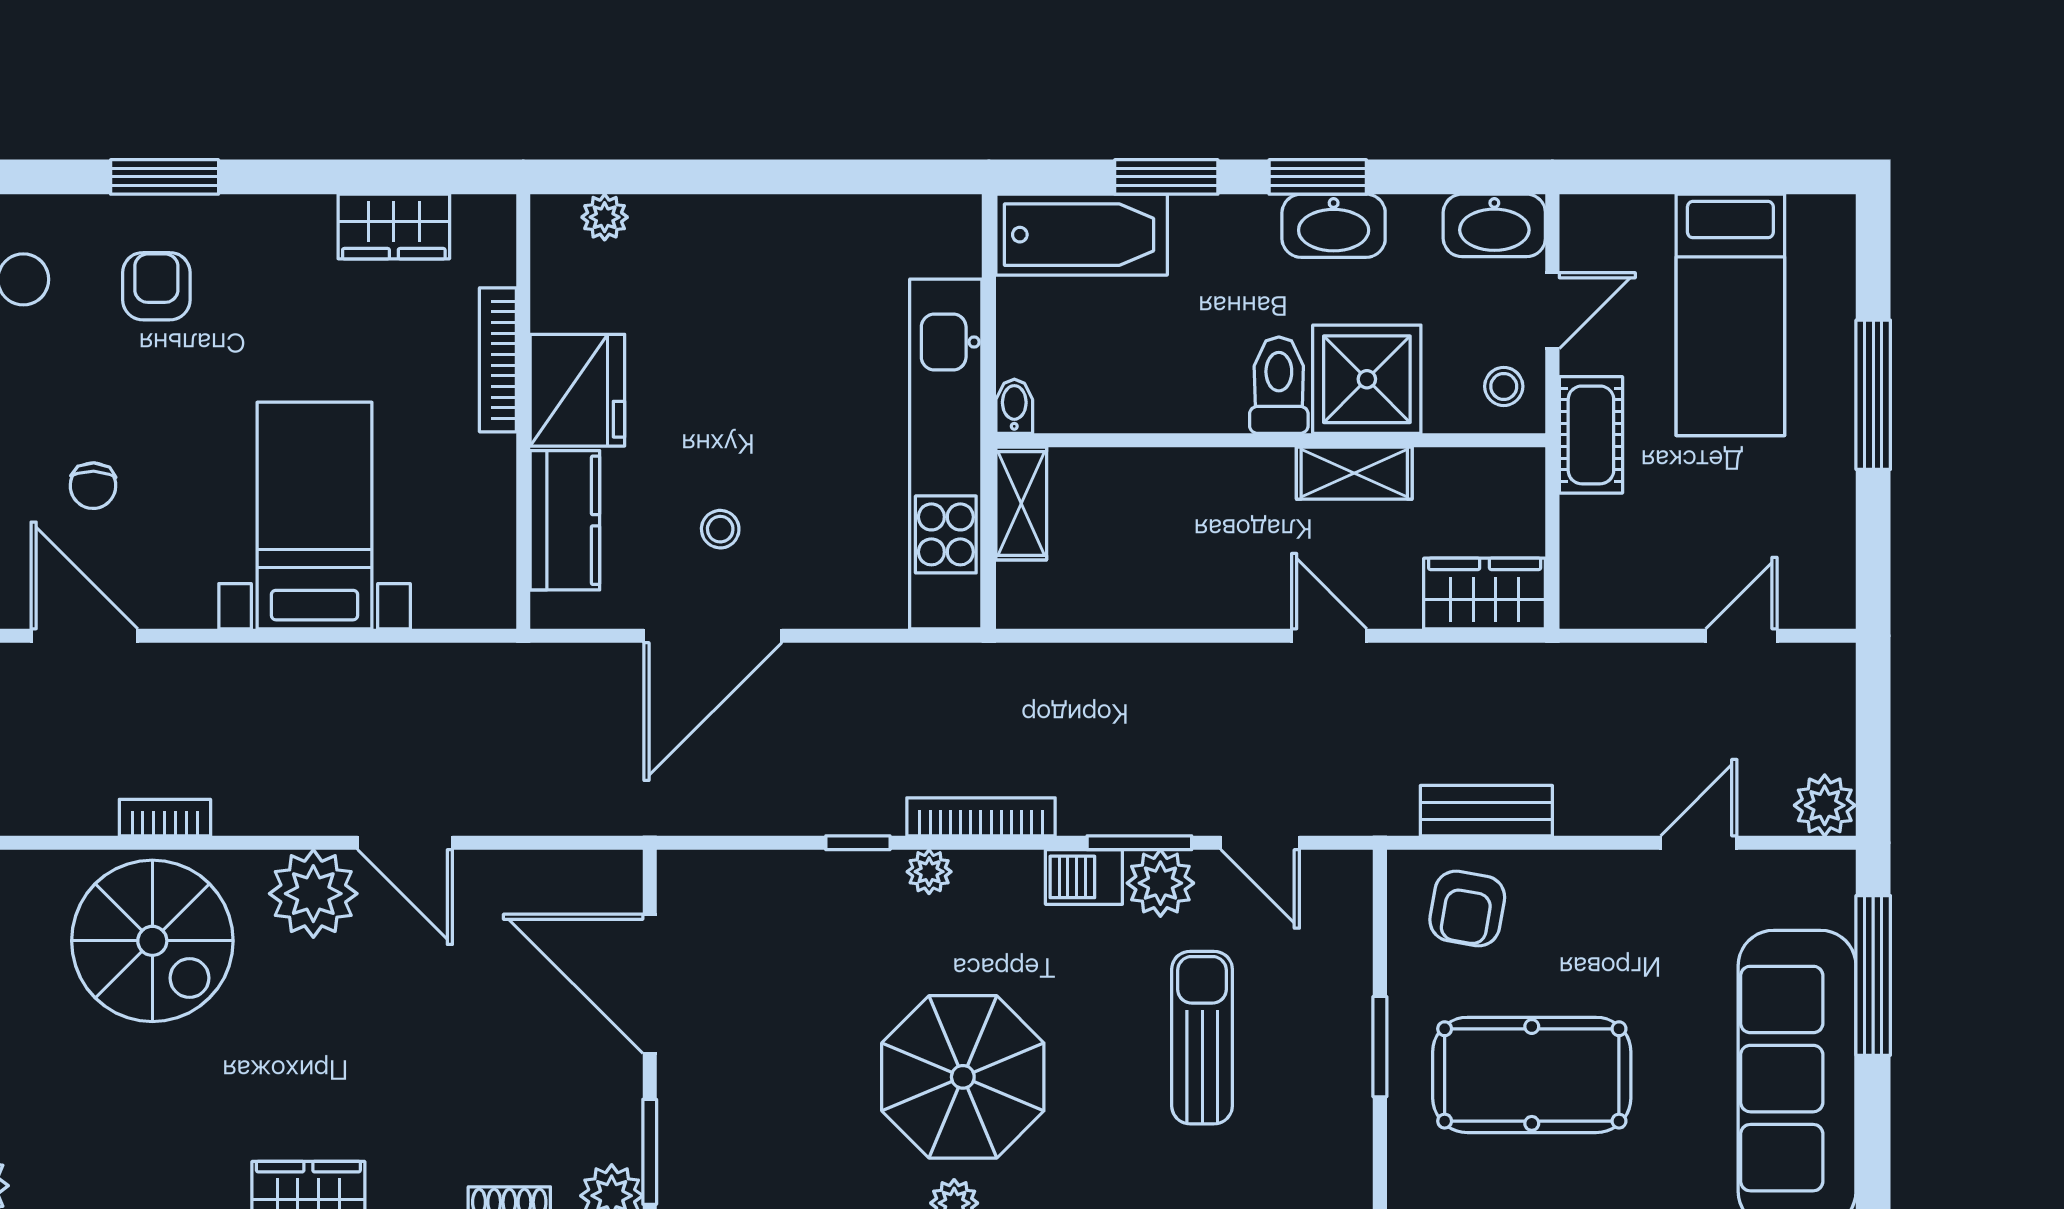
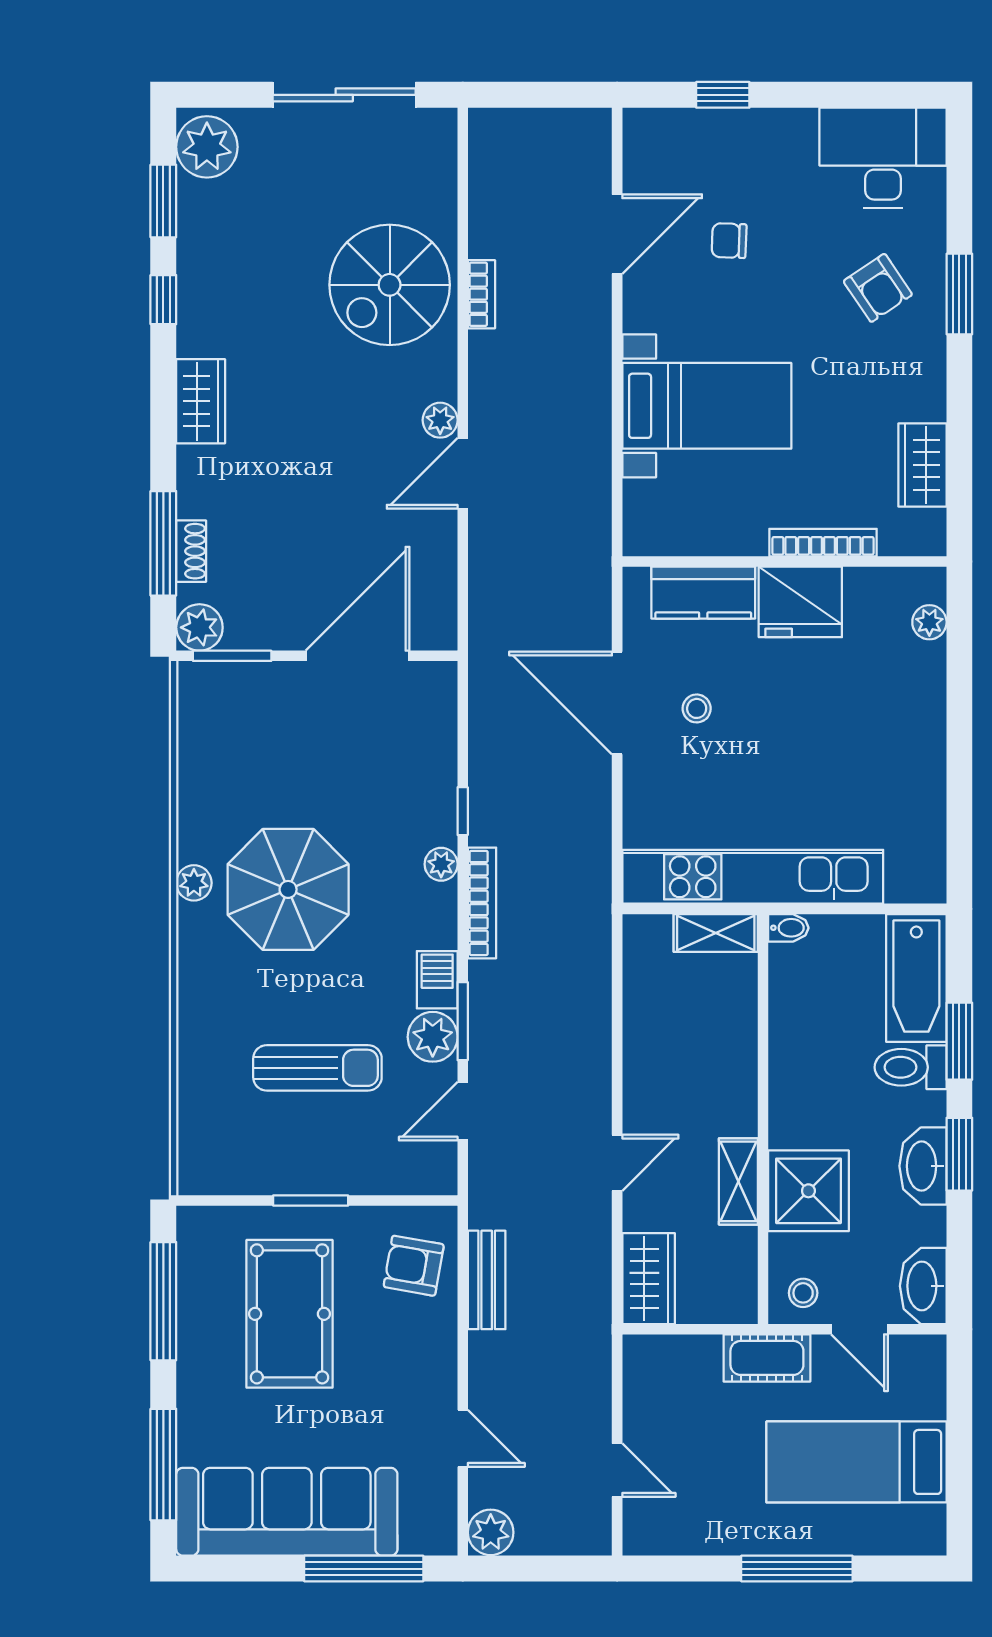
armchair: (156, 286) -> (878, 288), turned 56
toilet: (1279, 385) -> (911, 1067), moved, turned 180
plant: (313, 894) -> (440, 420), width x0.53, depth x0.53

